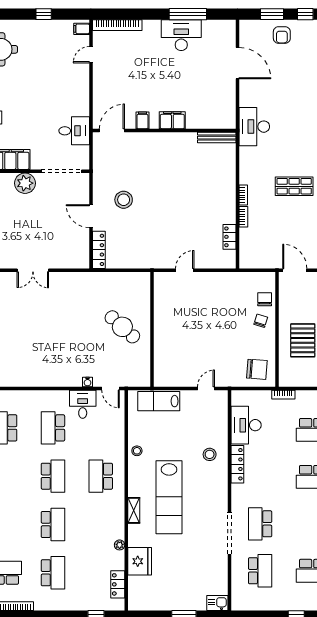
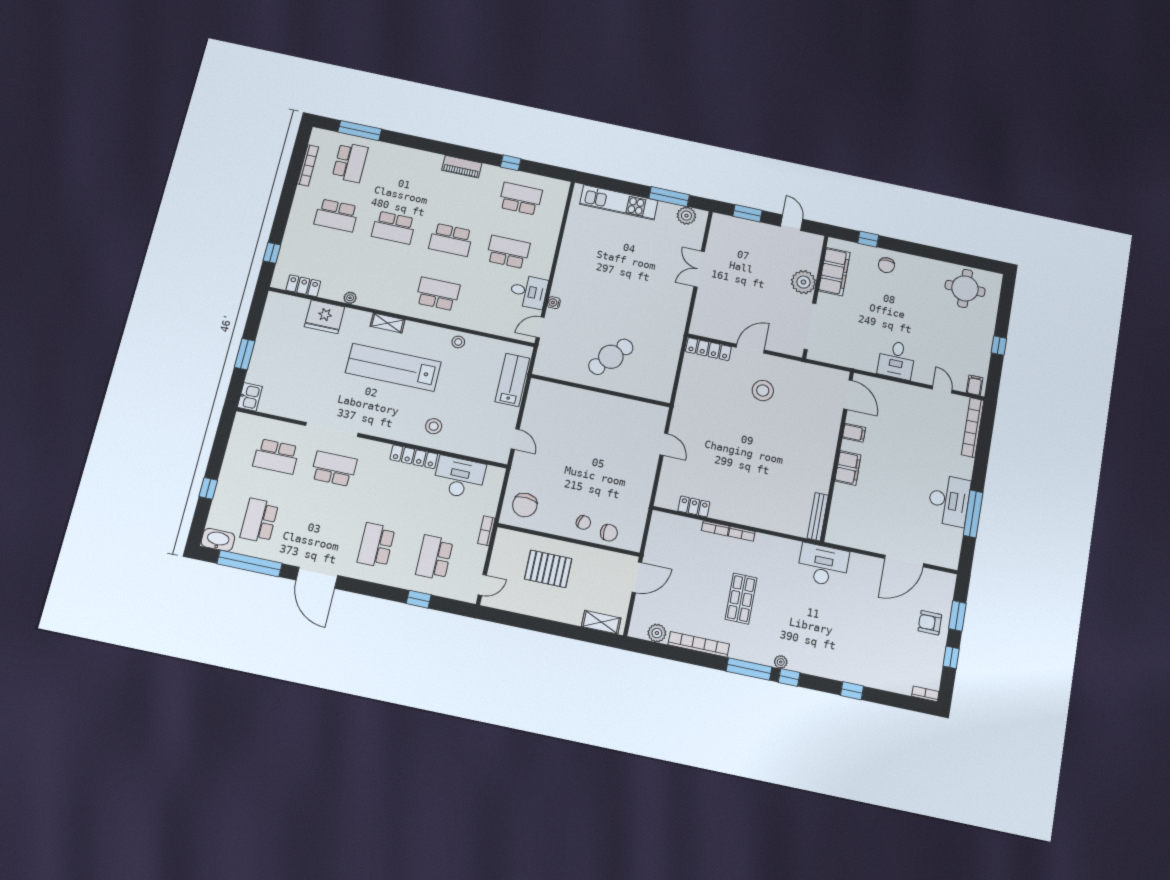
desk: (74, 131) -> (896, 360), moved

